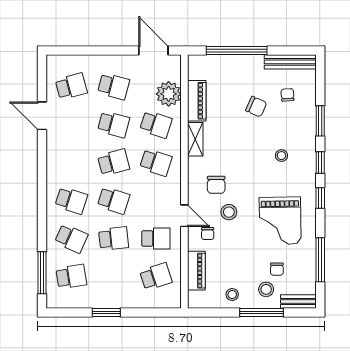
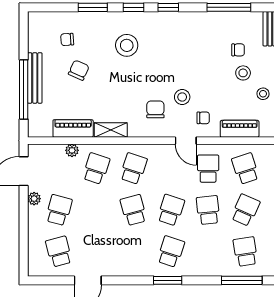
plant: (125, 61) -> (34, 199), added
bench: (290, 62) -> (35, 78), moved
plant: (169, 94) -> (72, 150), width x0.53, depth x0.53
school desk: (114, 124) -> (96, 210), removed
stool: (281, 156) -> (127, 45), width x1.89, depth x1.89
chair: (216, 185) -> (155, 109), turned -90
window: (42, 197) -> (168, 280), added
door: (184, 216) -> (186, 141), swing flipped
grand piano: (280, 221) -> (191, 47), removed
school desk: (71, 238) -> (245, 210), moved
stool: (266, 289) -> (243, 73), moved

